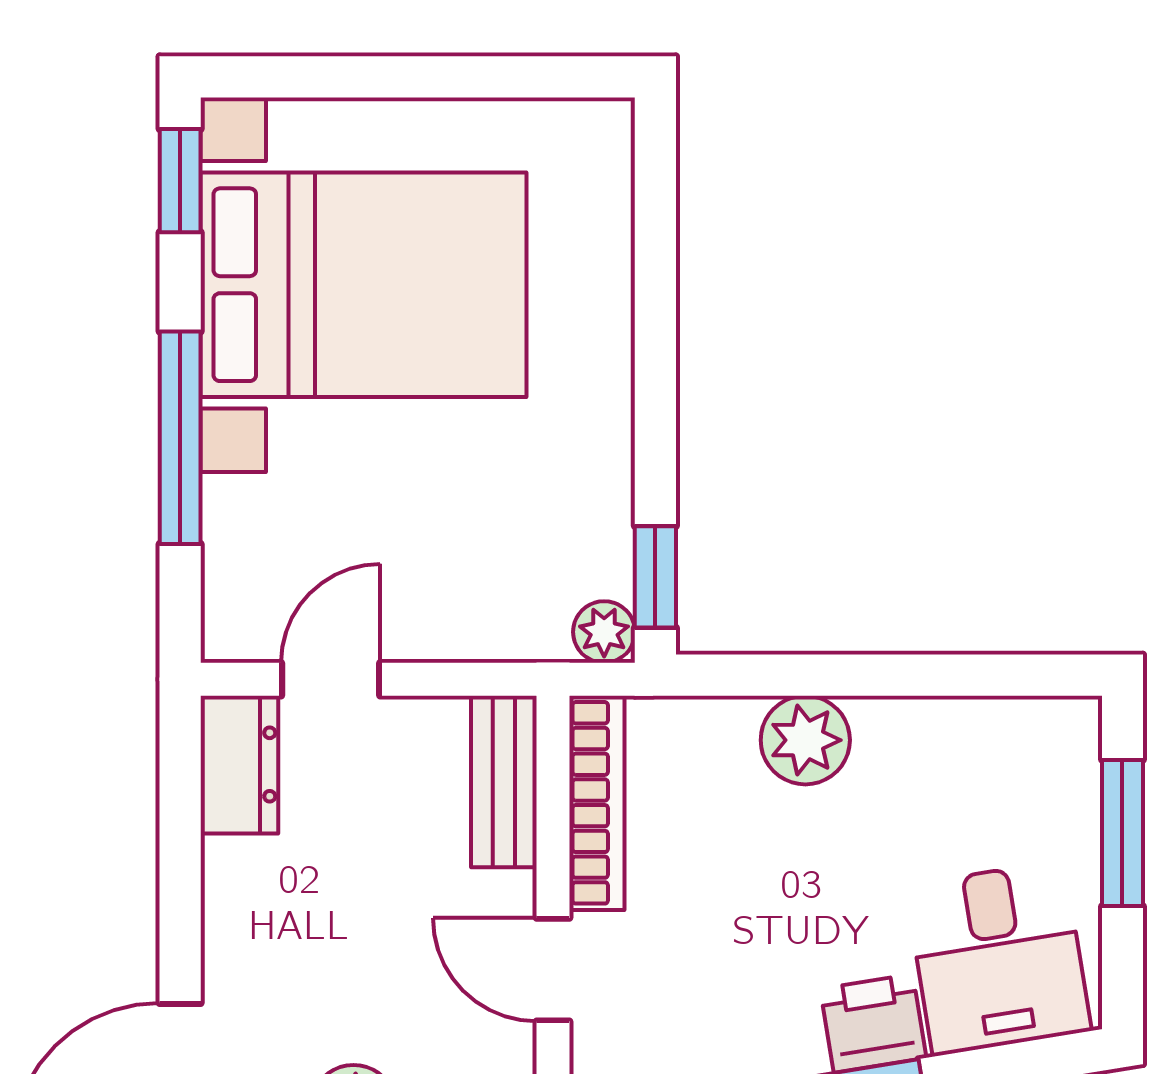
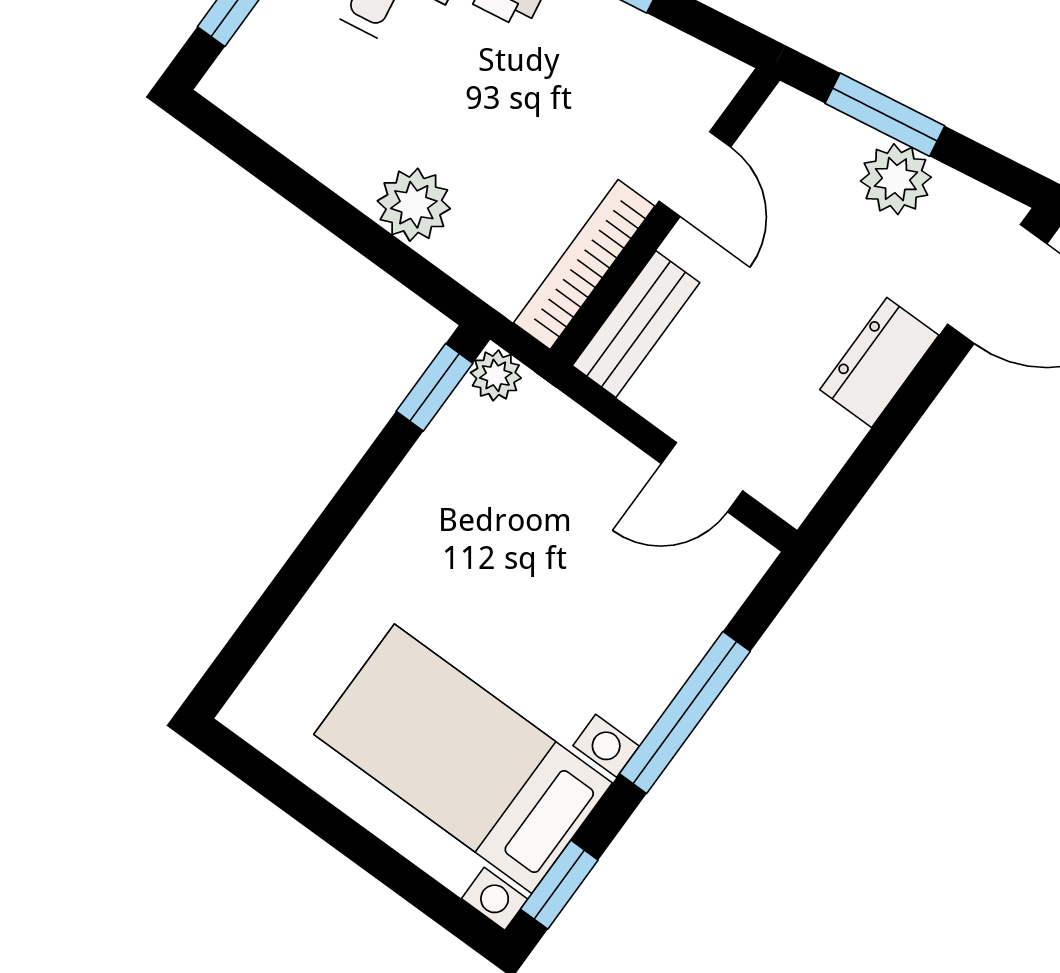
bed with nightstands: (363, 285) -> (463, 759), width x0.73
dresser: (239, 765) -> (879, 362), moved

